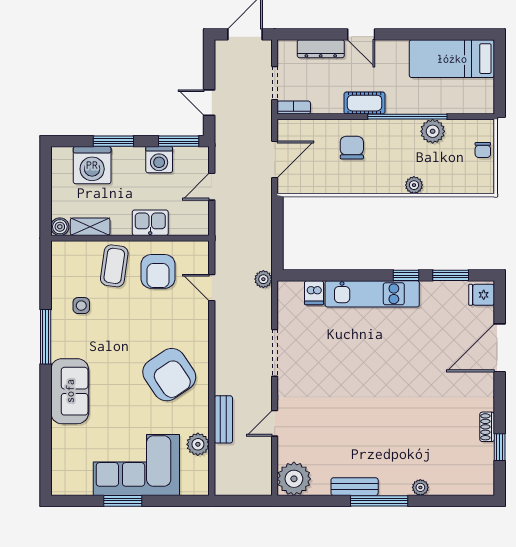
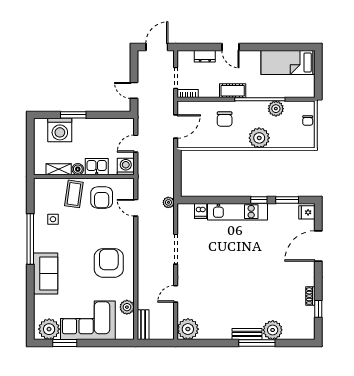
dresser: (321, 49) -> (205, 56), width x0.70
window: (179, 141) -> (115, 115), removed
chair: (352, 148) -> (225, 119), turned 180
washing machine: (159, 160) -> (126, 166), moved, turned 180
plant: (414, 185) -> (259, 138), width x1.88, depth x1.88
boiler: (60, 227) -> (78, 169), moved
window: (46, 337) -> (30, 239), width x1.46
armchair: (169, 375) -> (109, 263), turned -146
bench: (223, 419) -> (143, 325), moved
plant: (75, 479) -> (49, 329), added
bench: (355, 487) -> (247, 334), moved
plant: (420, 487) -> (273, 330), width x1.87, depth x1.87
window: (123, 501) -> (65, 343), moved
window: (379, 501) -> (257, 343), moved

